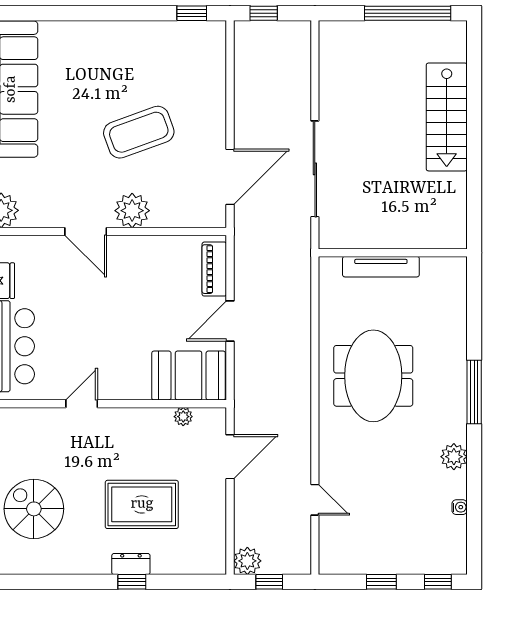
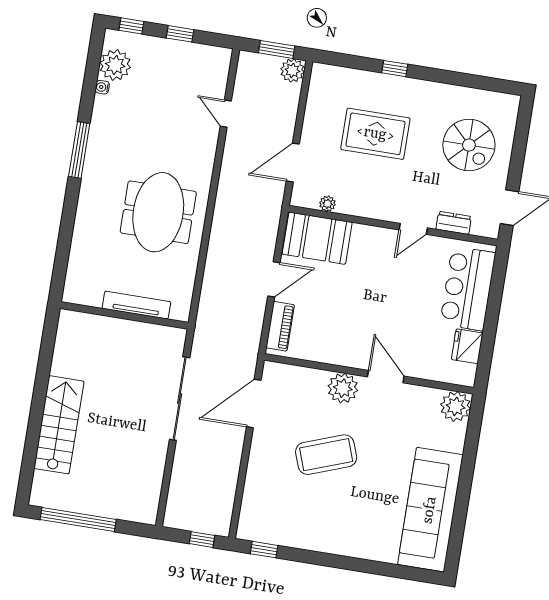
window: (474, 392) -> (79, 150), moved
plant: (454, 457) -> (115, 65), moved, width x1.36, depth x1.36
dresser: (131, 564) -> (454, 223), moved, turned 180
window: (269, 582) -> (277, 49), width x1.50

